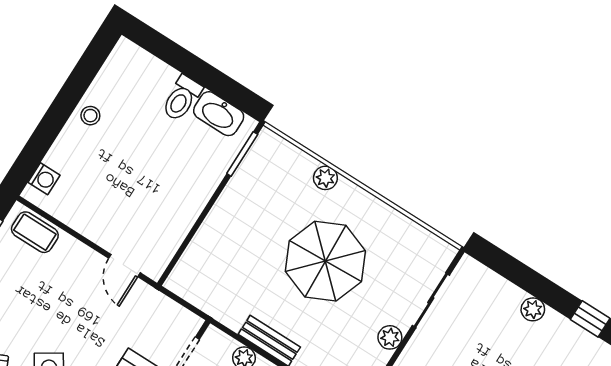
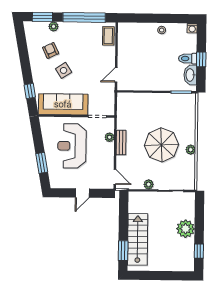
window: (201, 72) -> (201, 59), added
plant: (325, 178) -> (191, 150), moved
washing machine: (44, 179) -> (192, 28), moved
plant: (533, 309) -> (186, 229), width x1.87, depth x1.87

